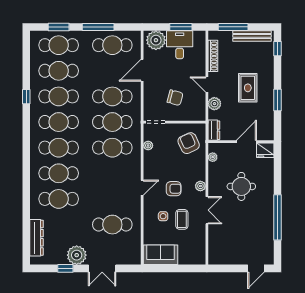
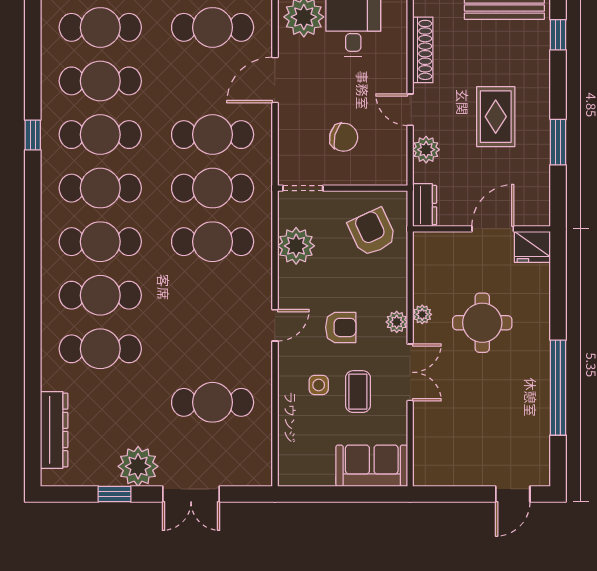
plant: (148, 146) -> (296, 246), width x1.88, depth x1.88
plant: (213, 157) -> (422, 314), moved
sofa: (161, 255) -> (372, 466), moved

